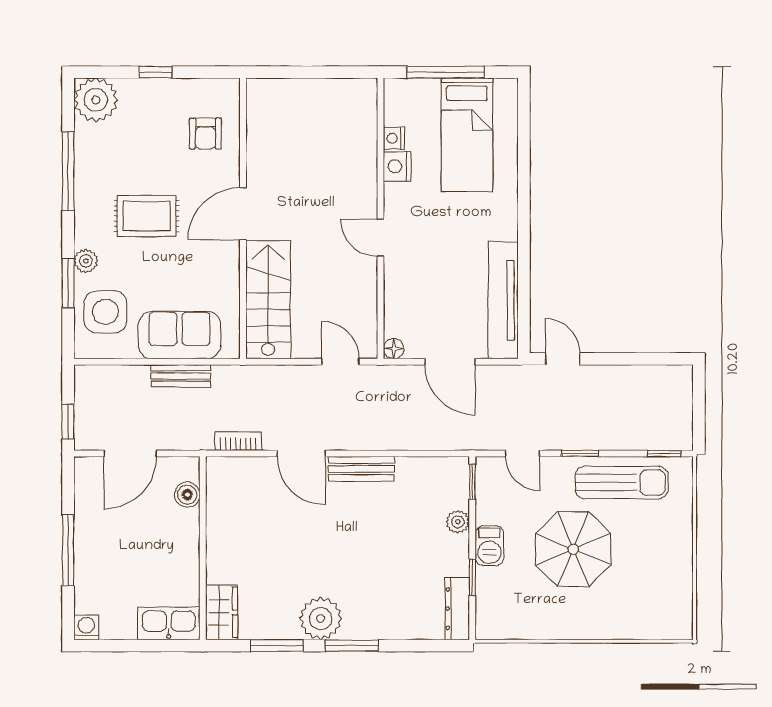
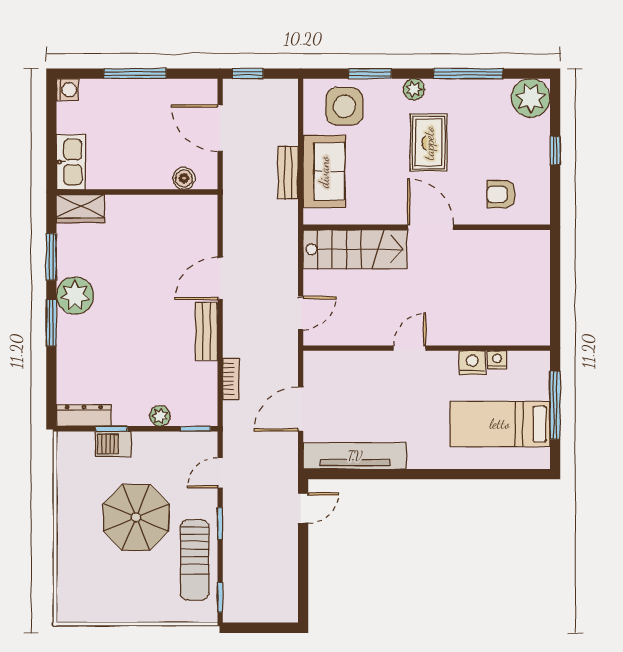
plant: (86, 261) -> (414, 89), moved
floor lamp: (394, 349) -> (312, 360), removed
bookcase: (238, 441) -> (231, 379), moved
barbecue: (489, 546) -> (113, 444), moved

